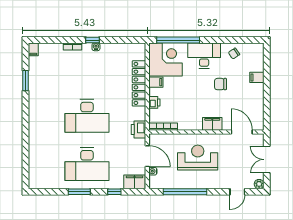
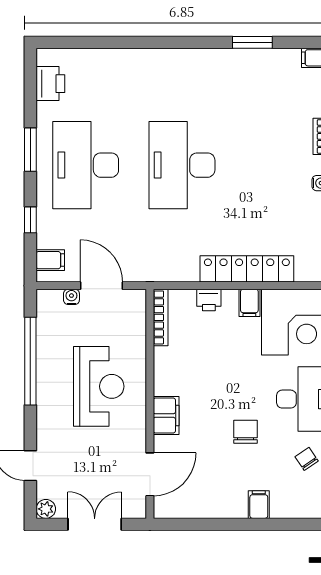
printer: (138, 129) -> (50, 84), moved, turned 90
door: (147, 156) -> (102, 286), swing flipped
filing cabinet: (135, 182) -> (50, 260), width x0.50

